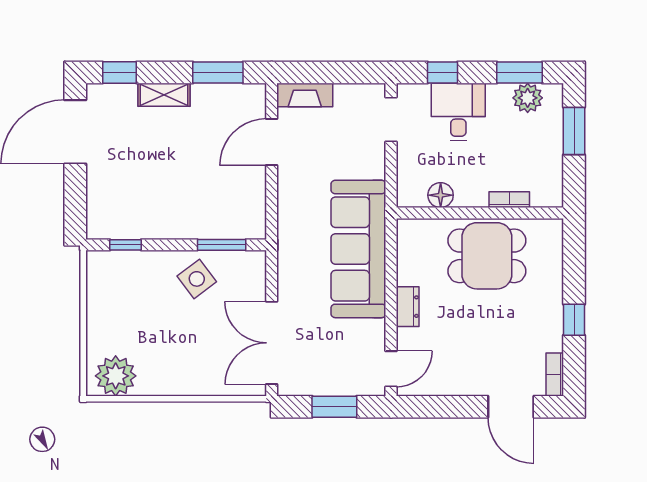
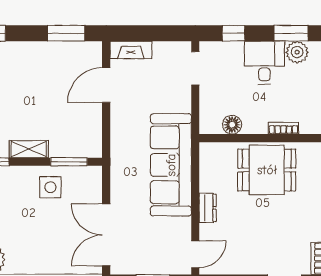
shelving: (164, 95) -> (29, 149), moved
desk: (458, 112) -> (264, 63), moved
side table: (197, 279) -> (50, 187), turned 37

